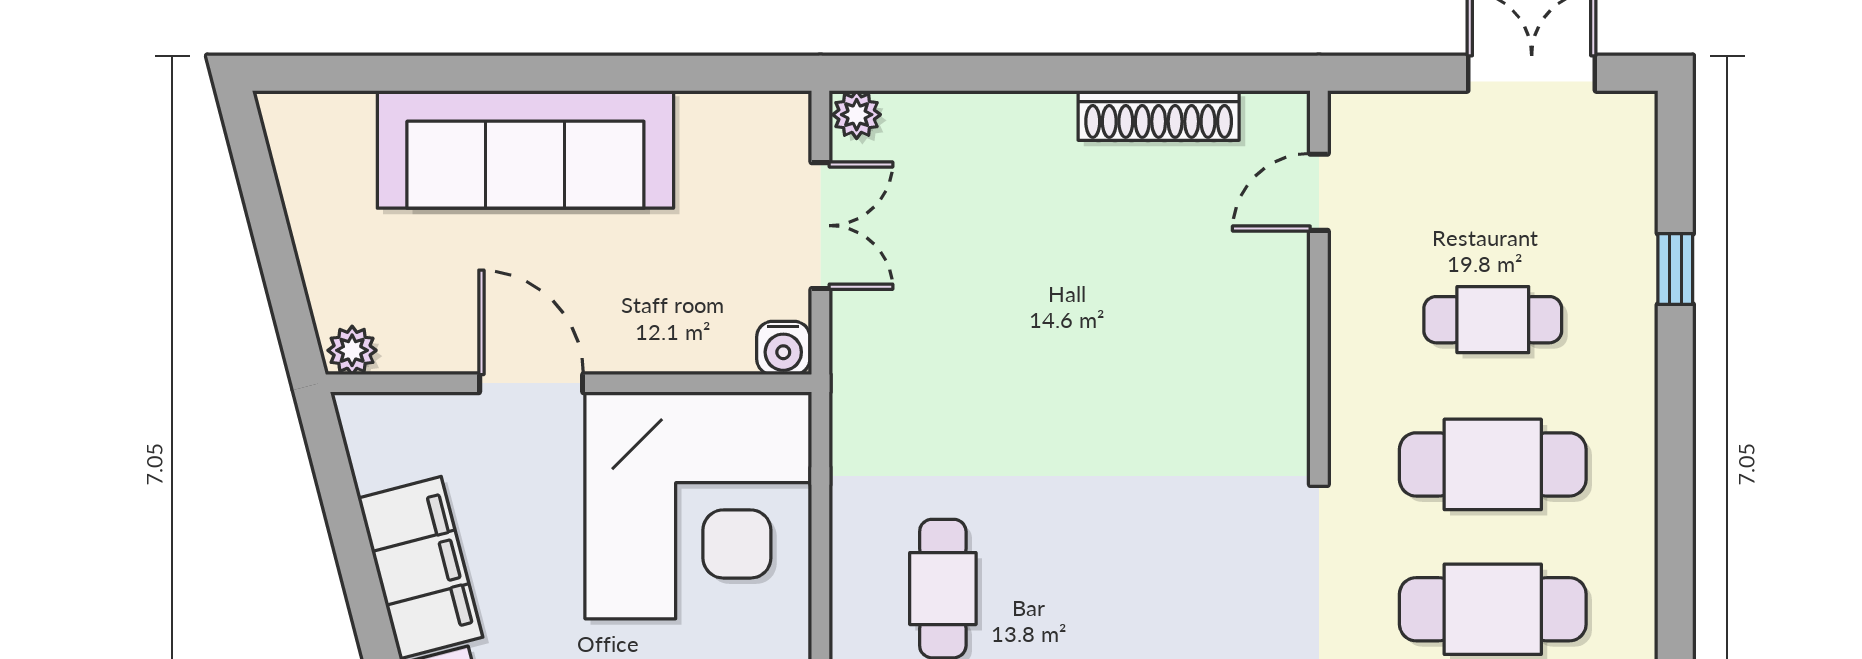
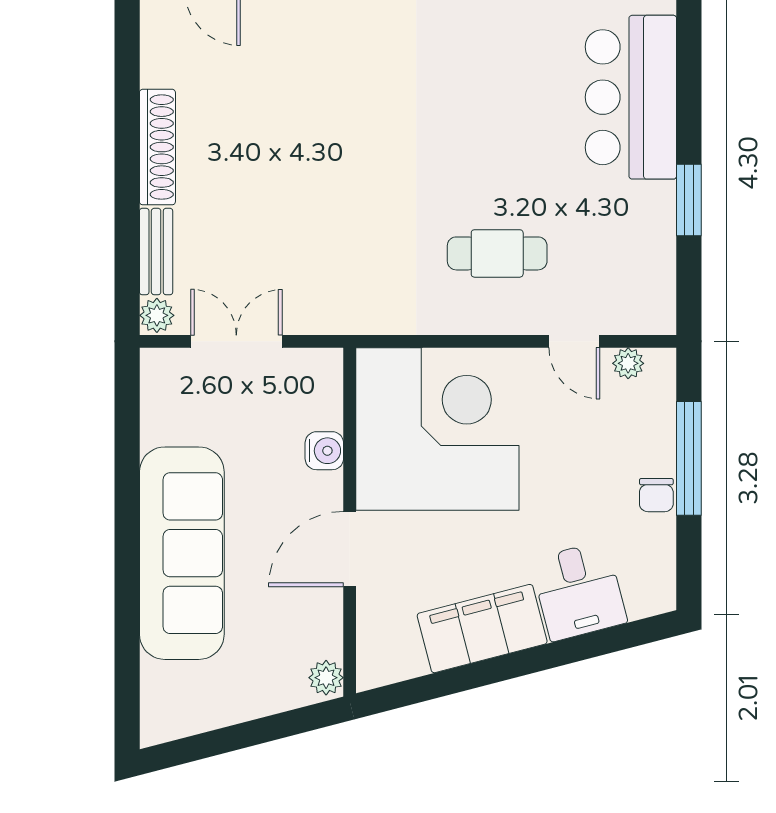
bench: (946, 114) -> (156, 252), added
shoe rack: (1159, 115) -> (157, 147), moved
water cooler: (783, 348) -> (324, 451), moved

